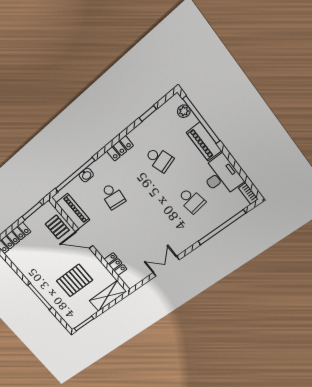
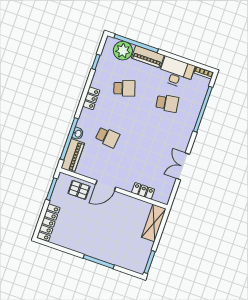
plant: (184, 111) -> (123, 51), width x1.88, depth x1.88
piano: (73, 211) -> (73, 156), moved, turned 90
pallet: (74, 281) -> (119, 227), removed

